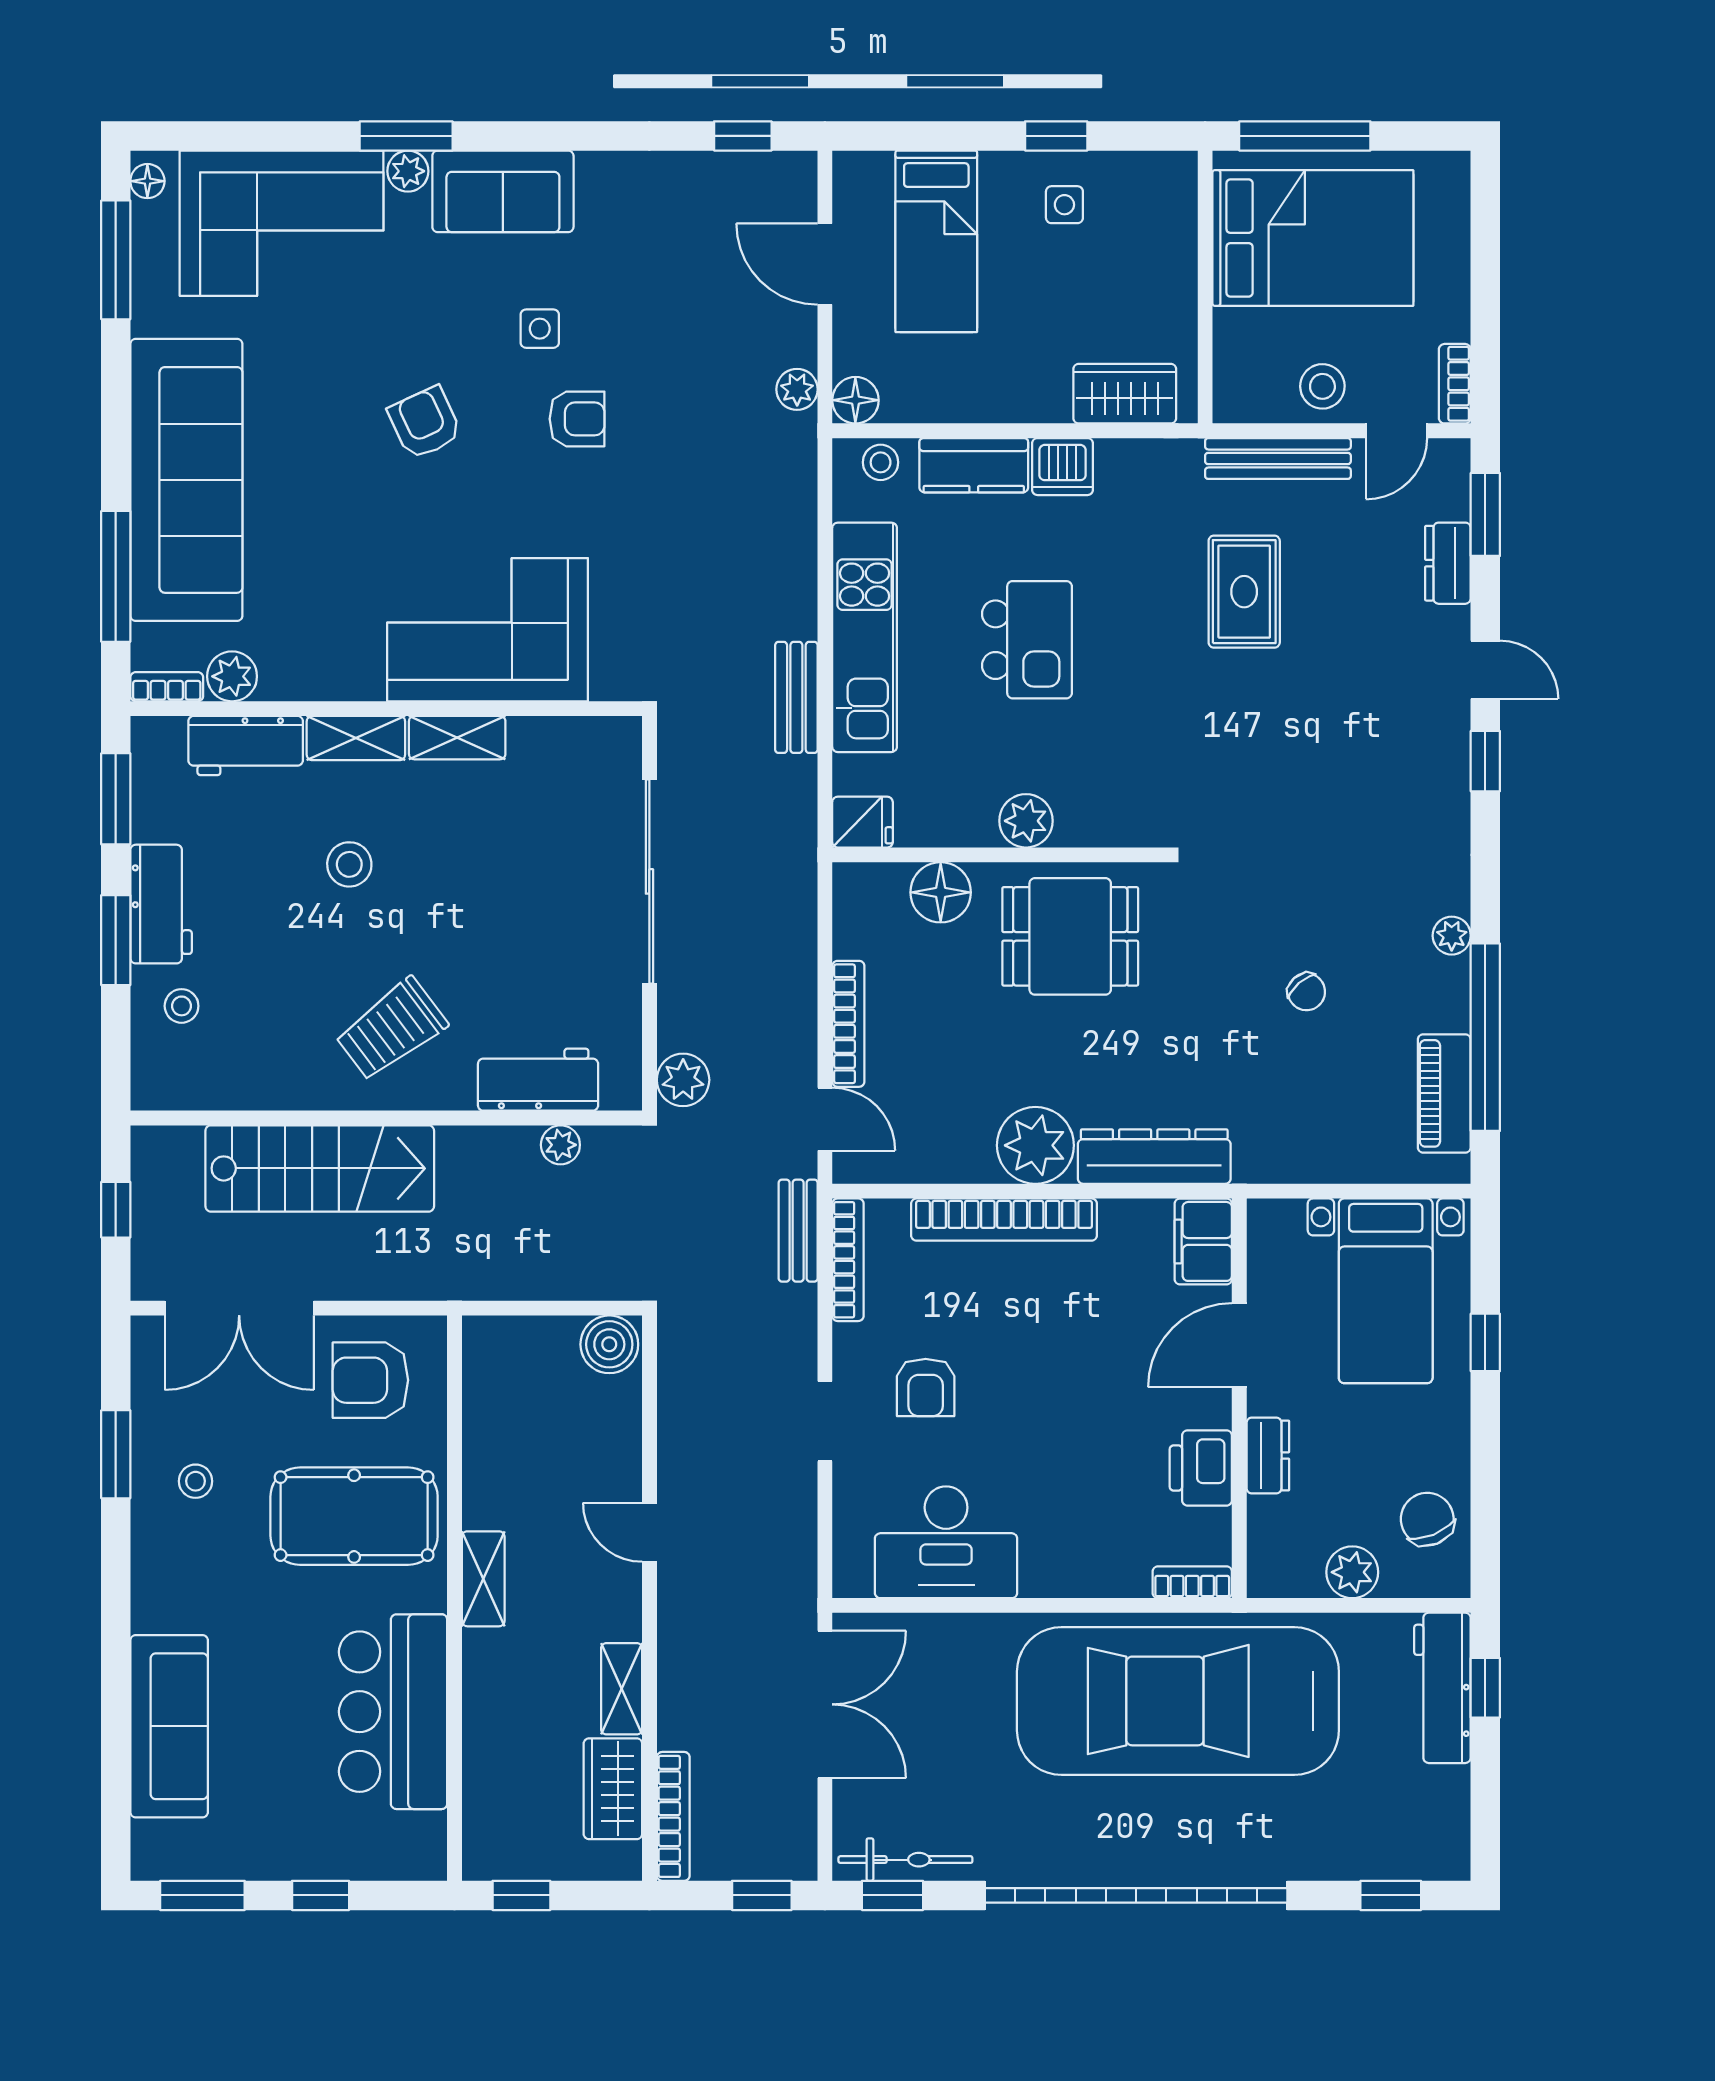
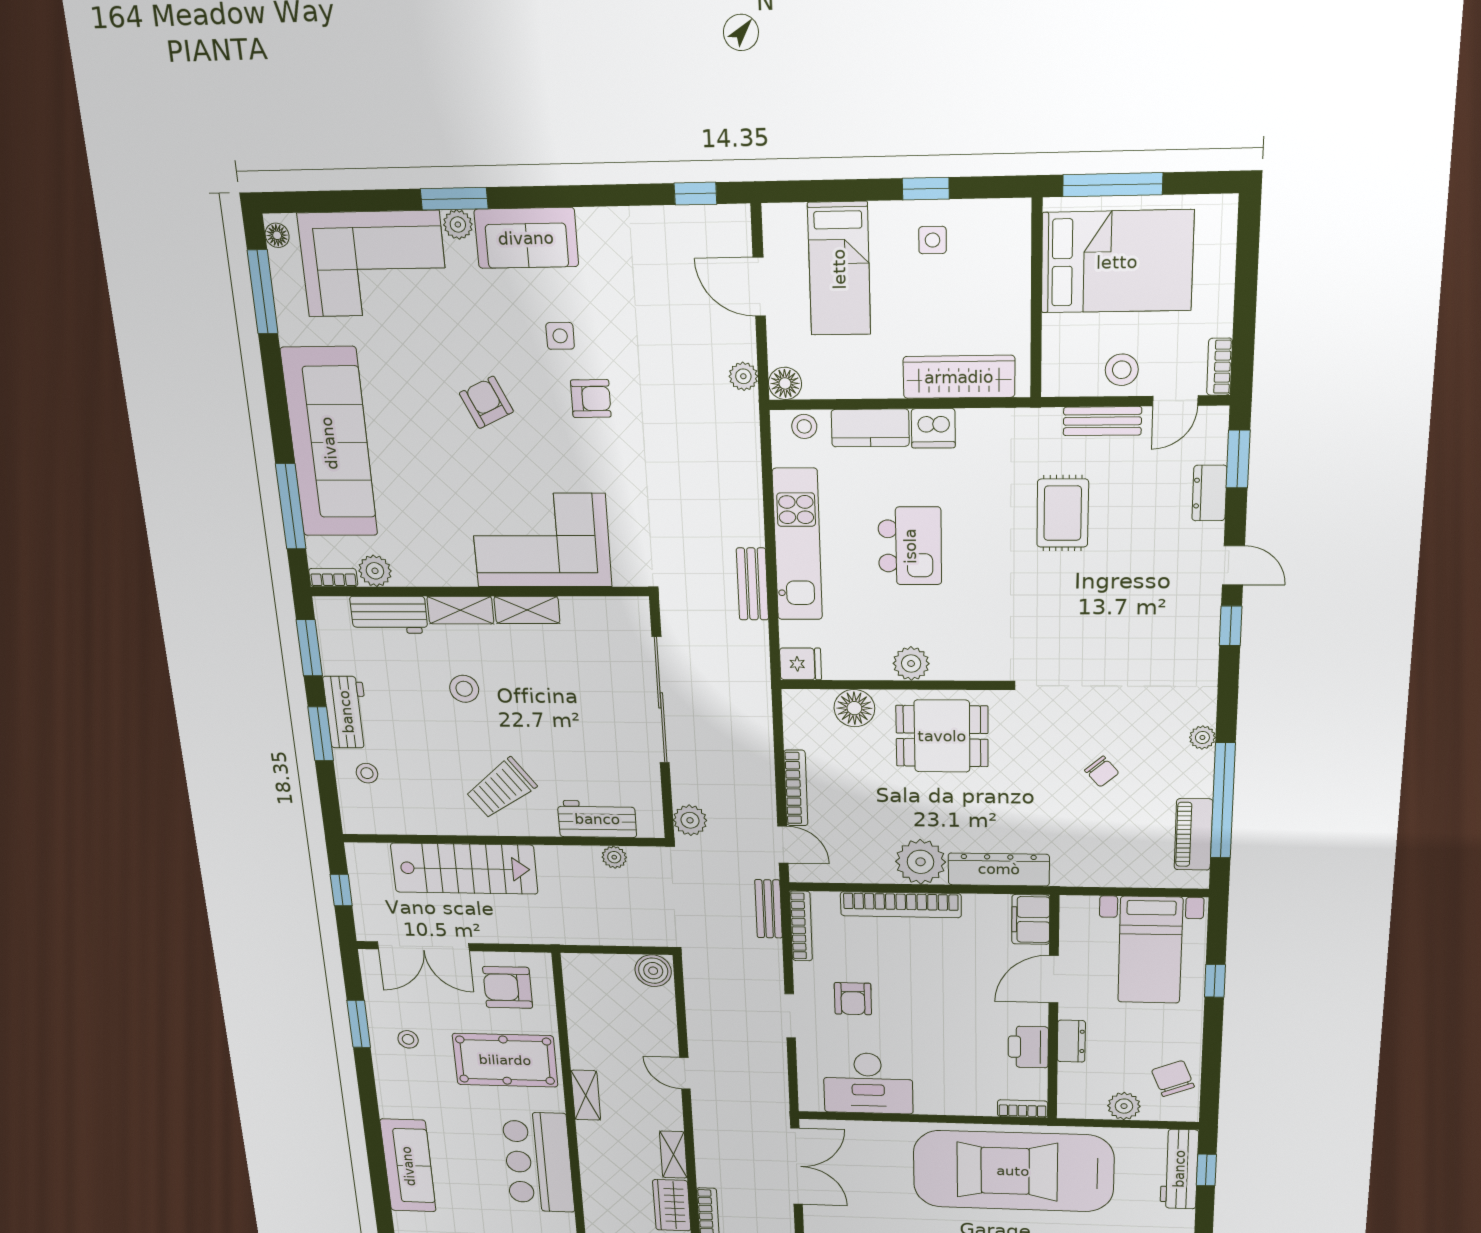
wardrobe: (1125, 394) -> (959, 377), width x1.50
bench: (1278, 459) -> (1102, 421), width x0.73

